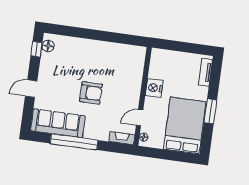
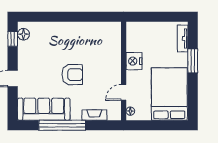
window: (210, 111) -> (193, 61), moved
fireplace: (122, 138) -> (94, 115), moved

